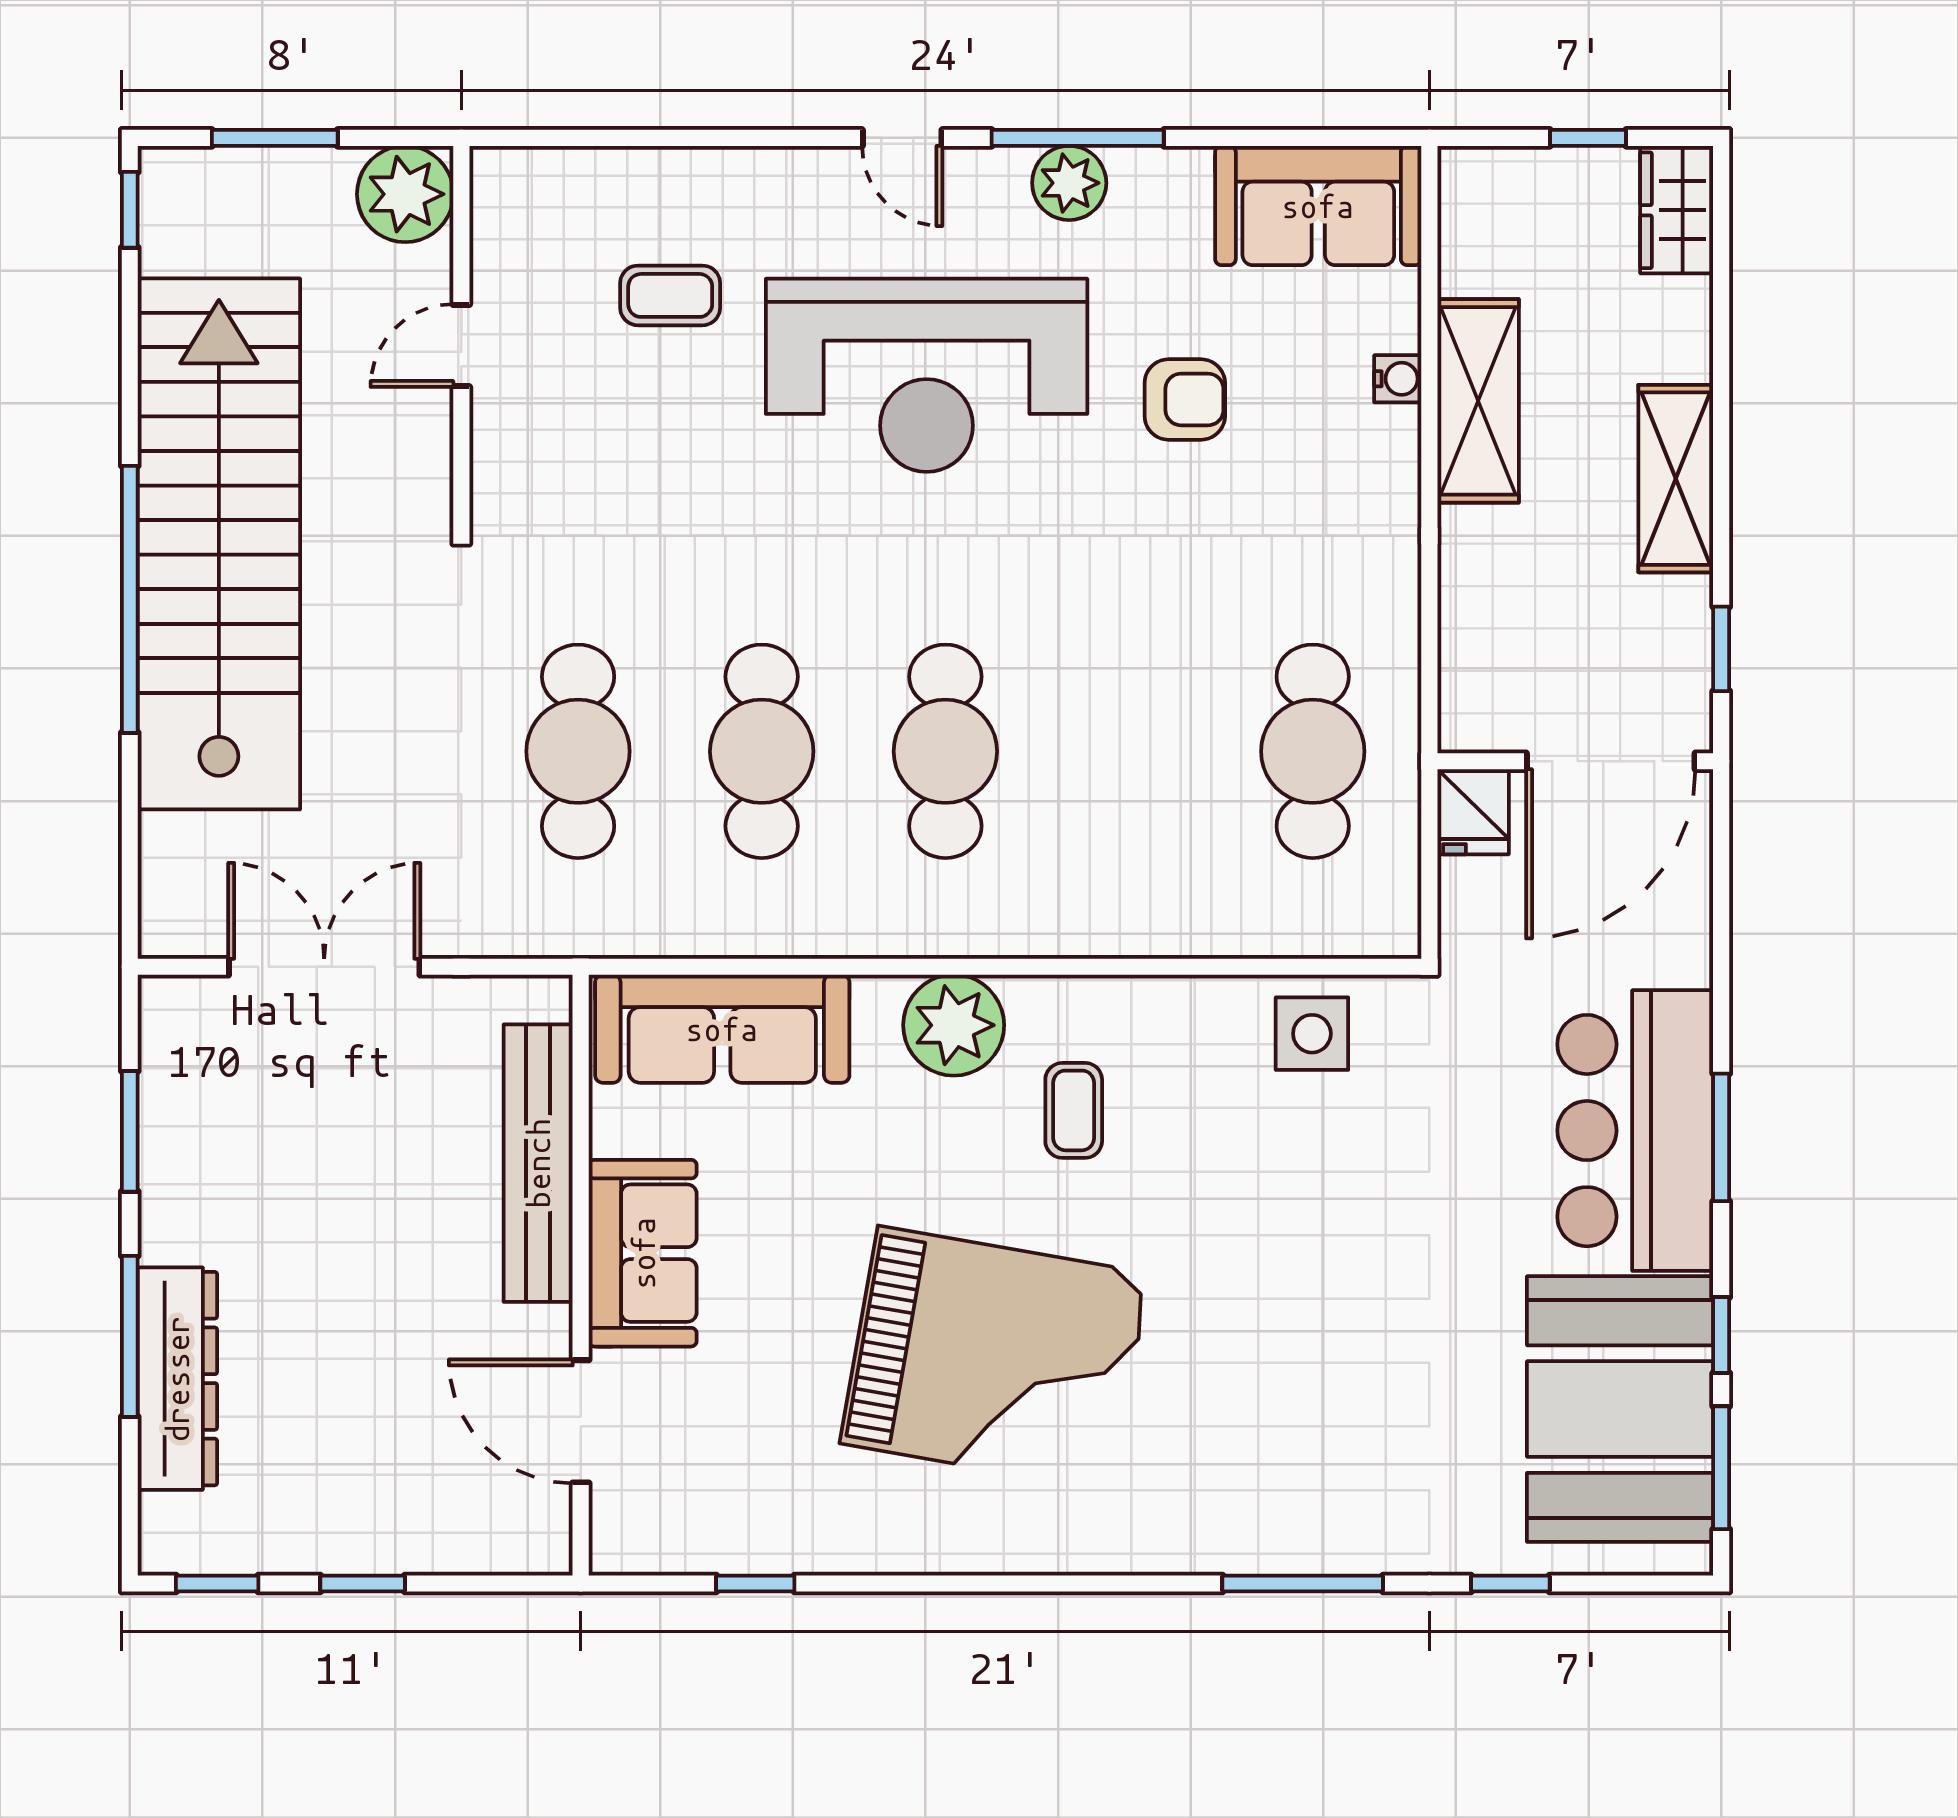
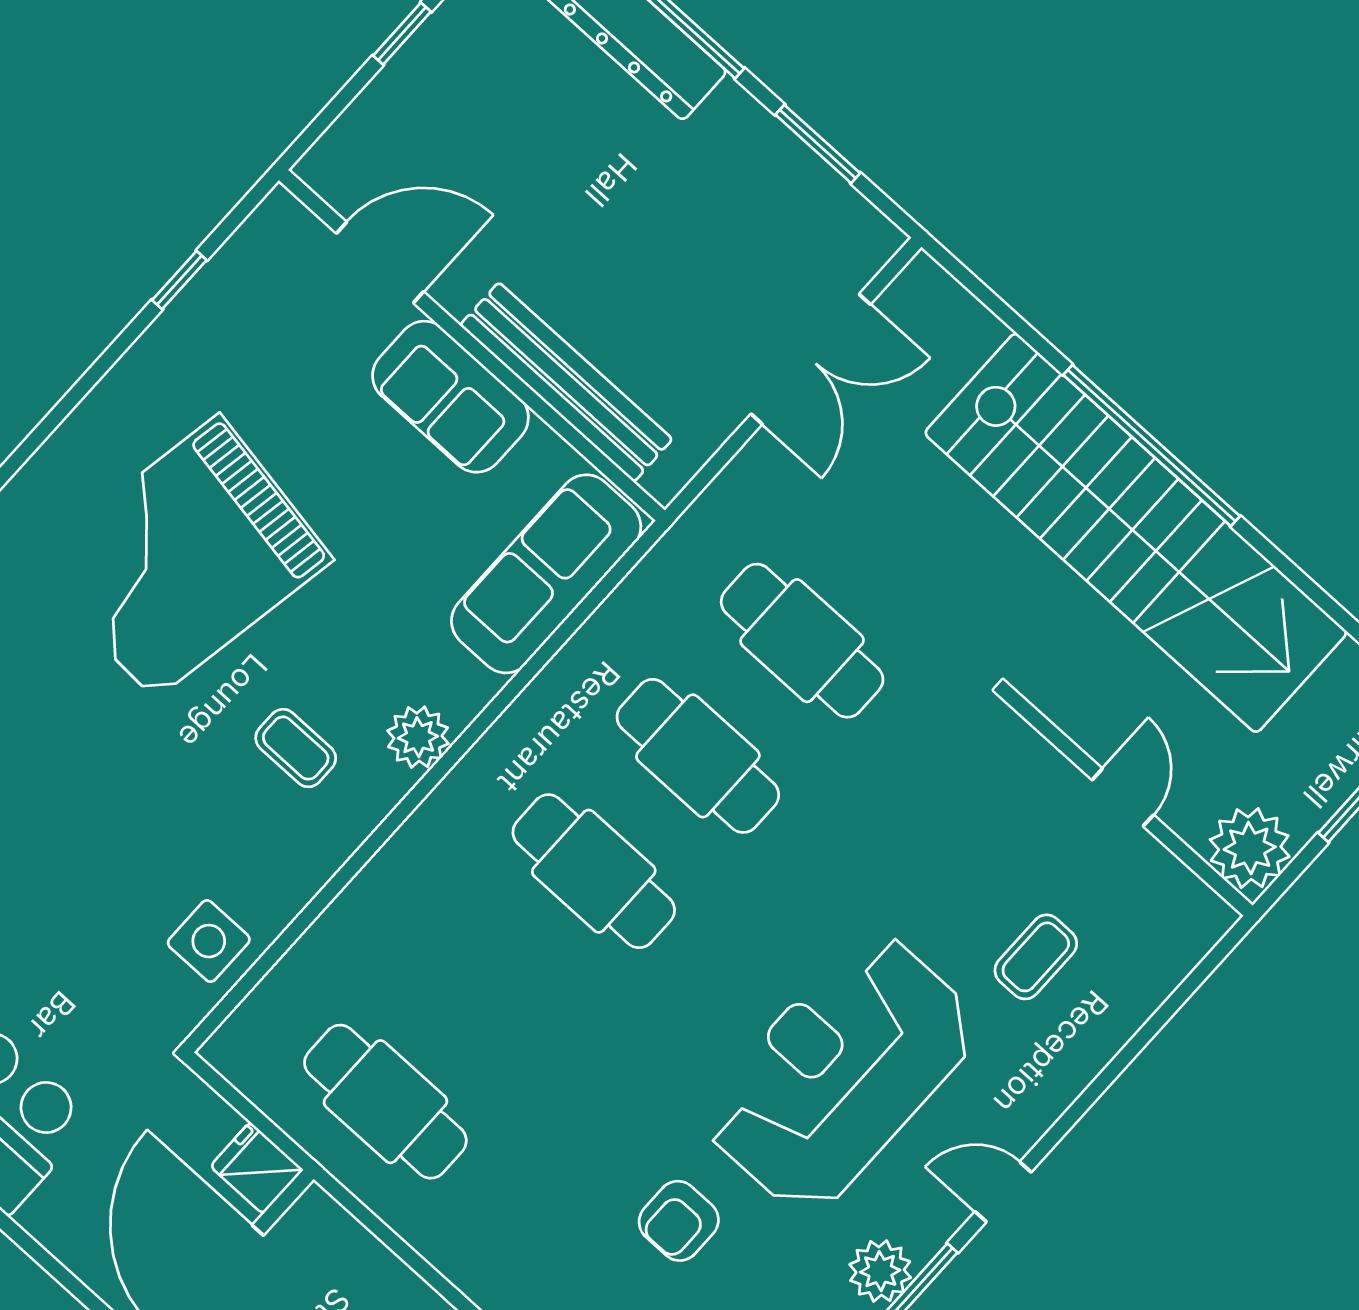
plant: (954, 1025) -> (418, 737), width x0.73, depth x0.73

